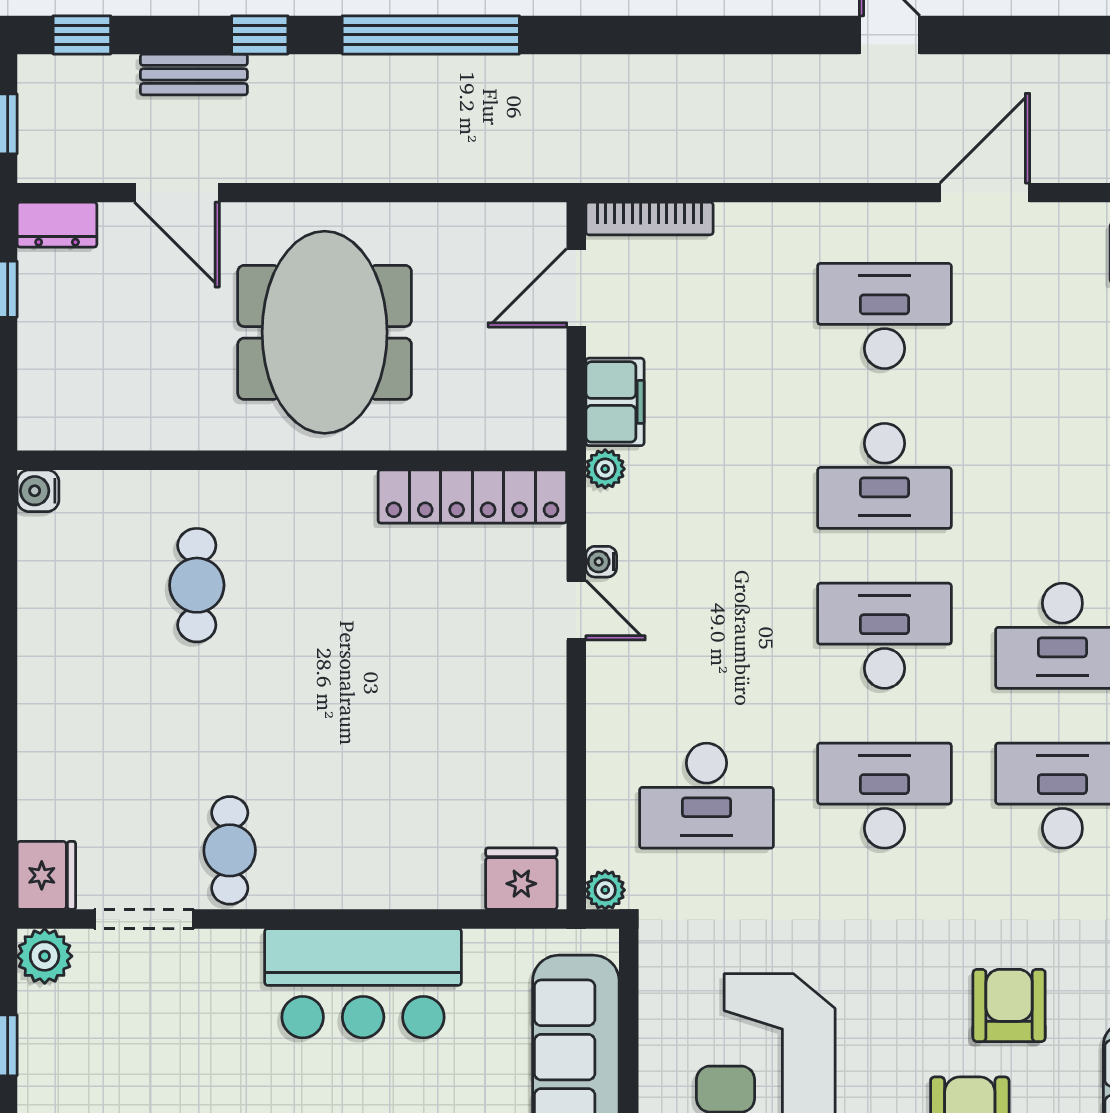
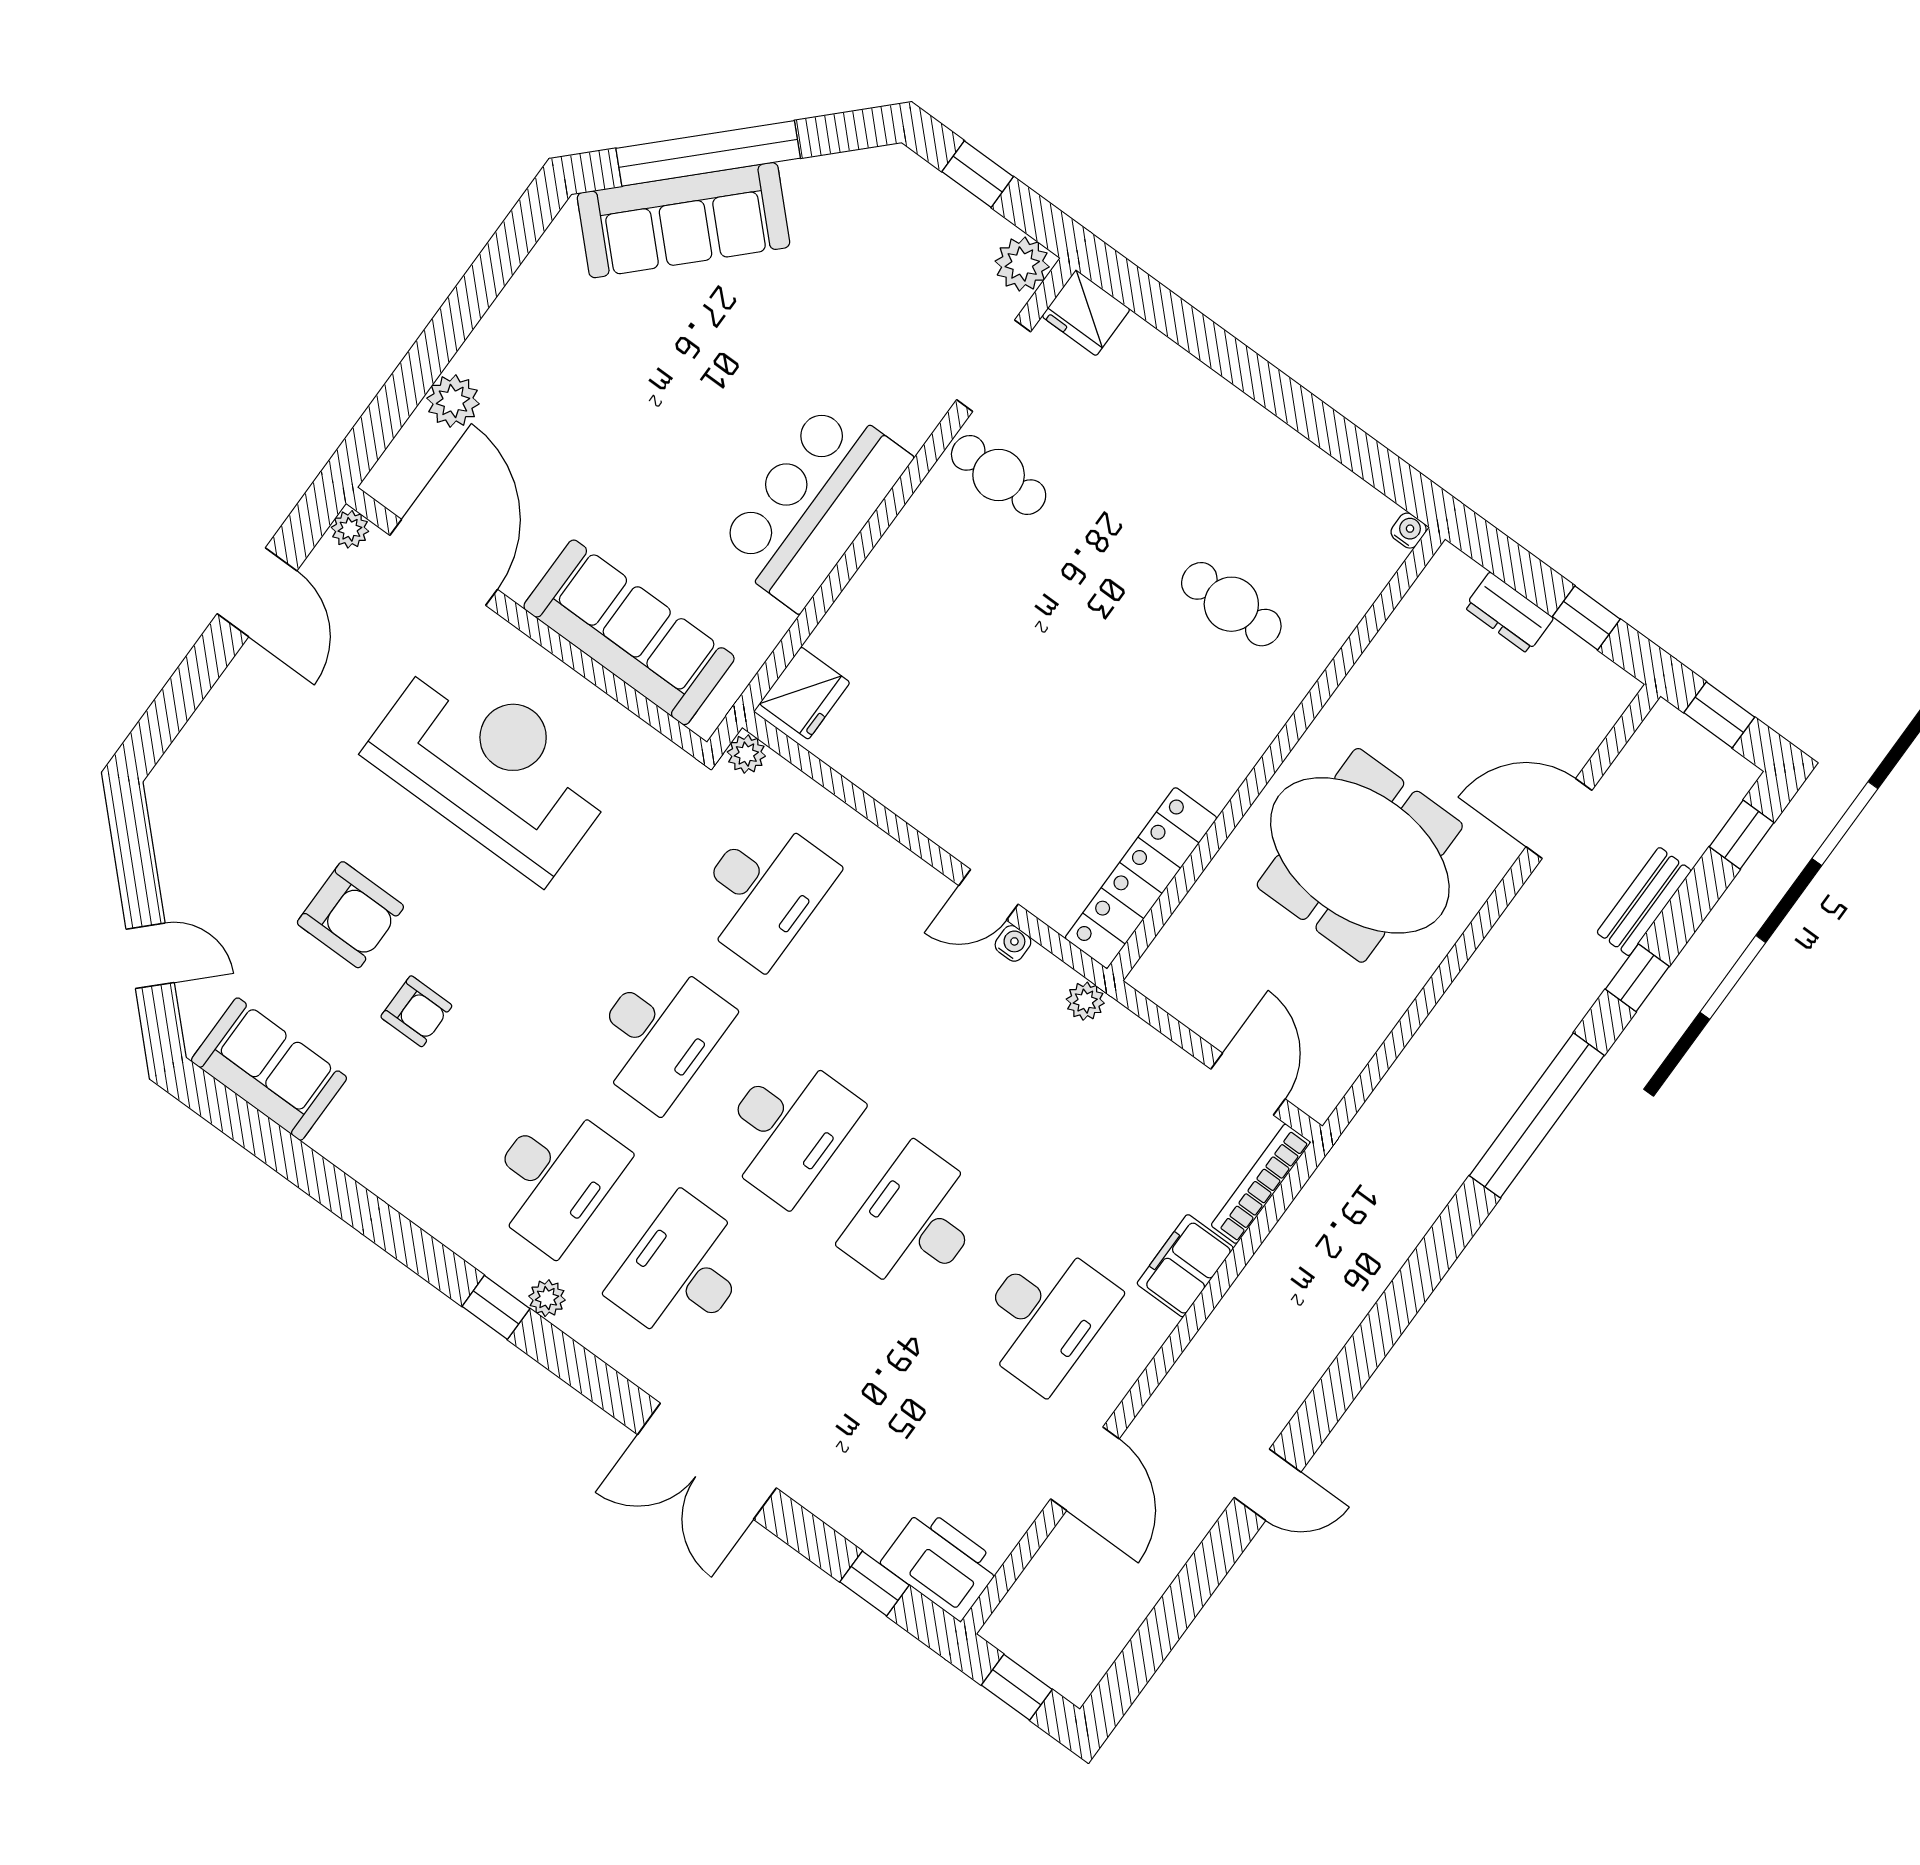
dresser: (57, 225) -> (1509, 613), moved, turned -90
filing cabinet: (615, 402) -> (1185, 1266), moved, turned 90
water cooler: (38, 491) -> (1409, 531), width x0.72, depth x0.72
desk: (707, 796) -> (763, 891), turned 180
armchair: (1009, 1005) -> (416, 1011), width x0.72, depth x0.72

